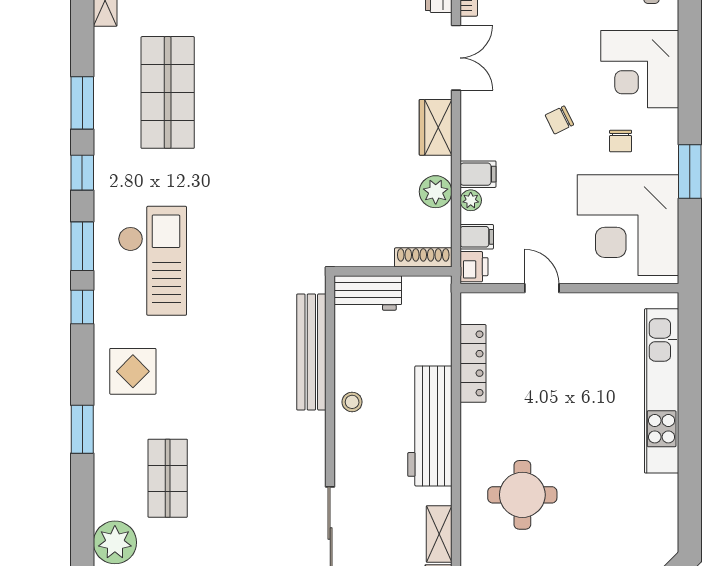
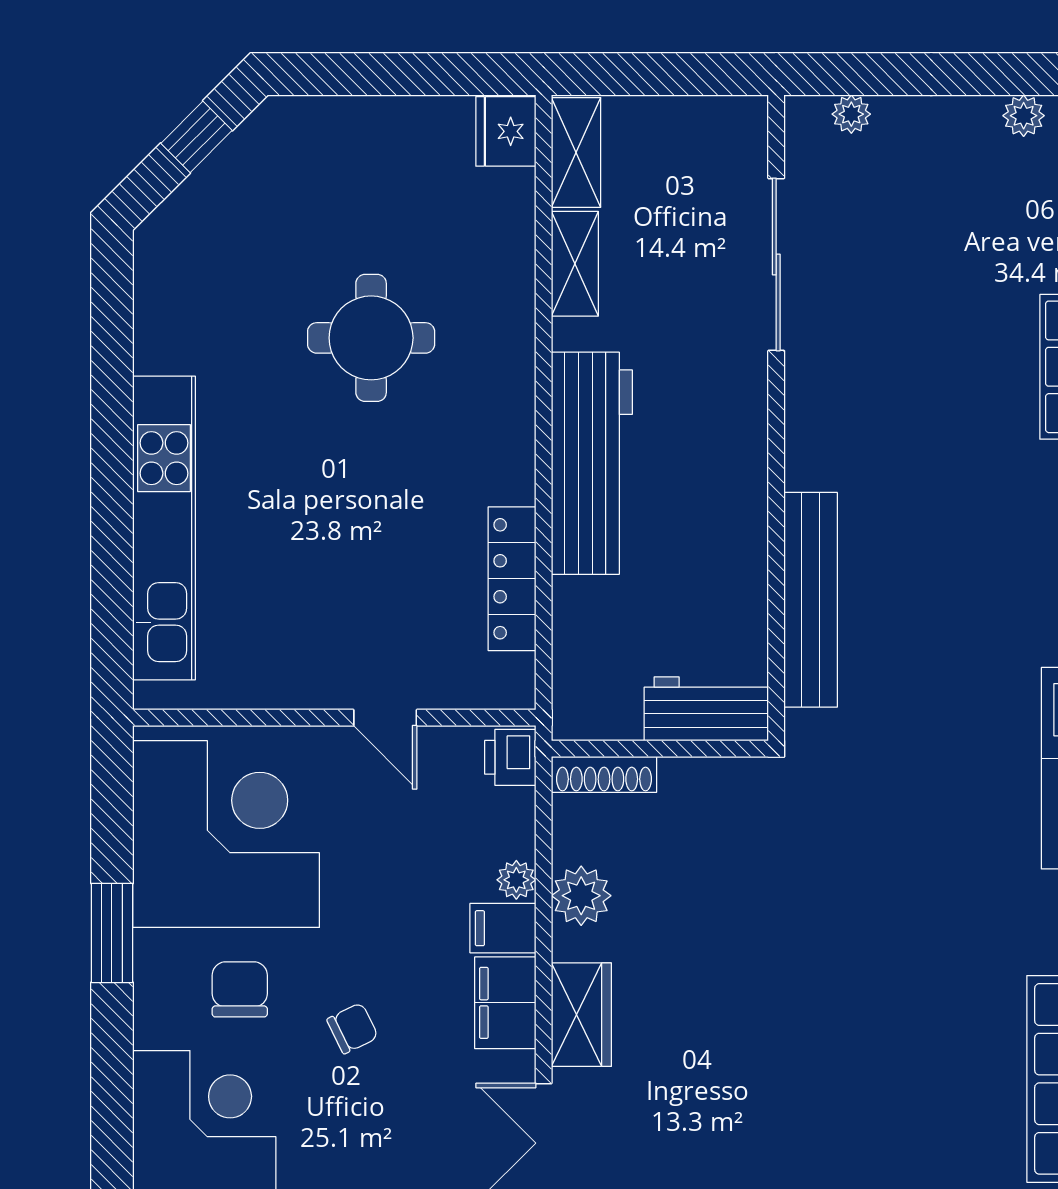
chair: (621, 141) -> (240, 989), width x1.37, depth x1.37
filing cabinet: (477, 237) -> (505, 1003), moved, width x2.00
stool: (352, 402) -> (735, 508), removed
round table: (522, 495) -> (371, 338), moved

